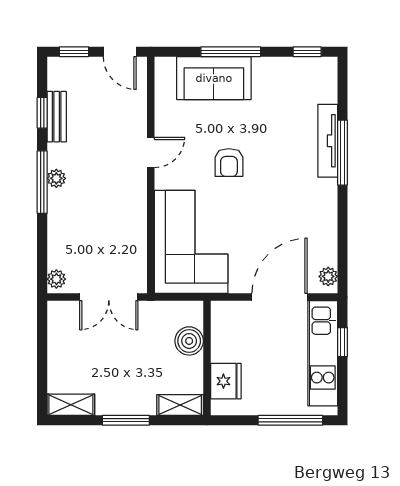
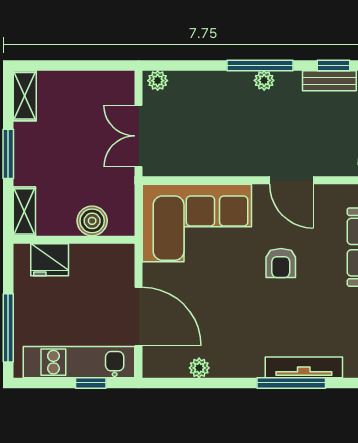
door: (151, 152) -> (291, 180), width x1.38
armchair: (229, 163) -> (281, 263), turned -90
plant: (328, 276) -> (199, 368), moved

